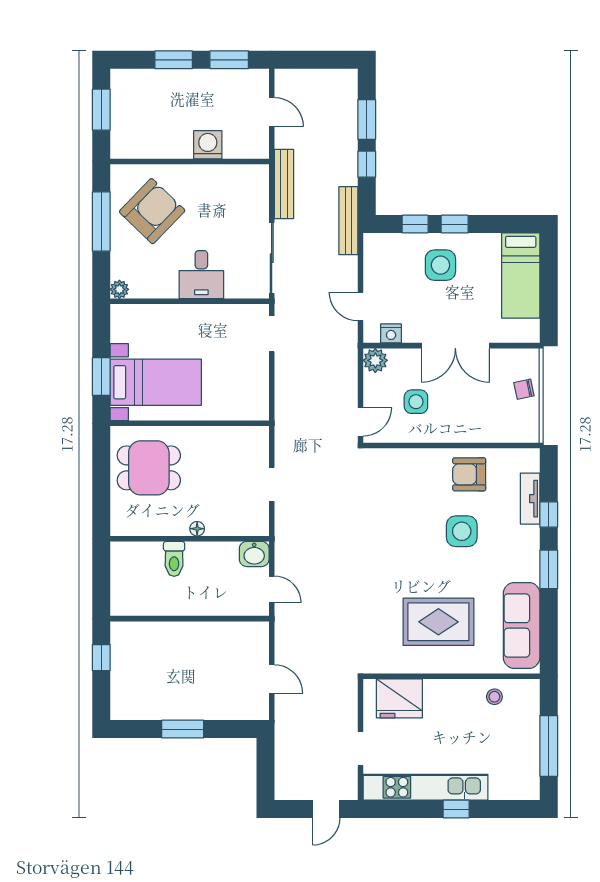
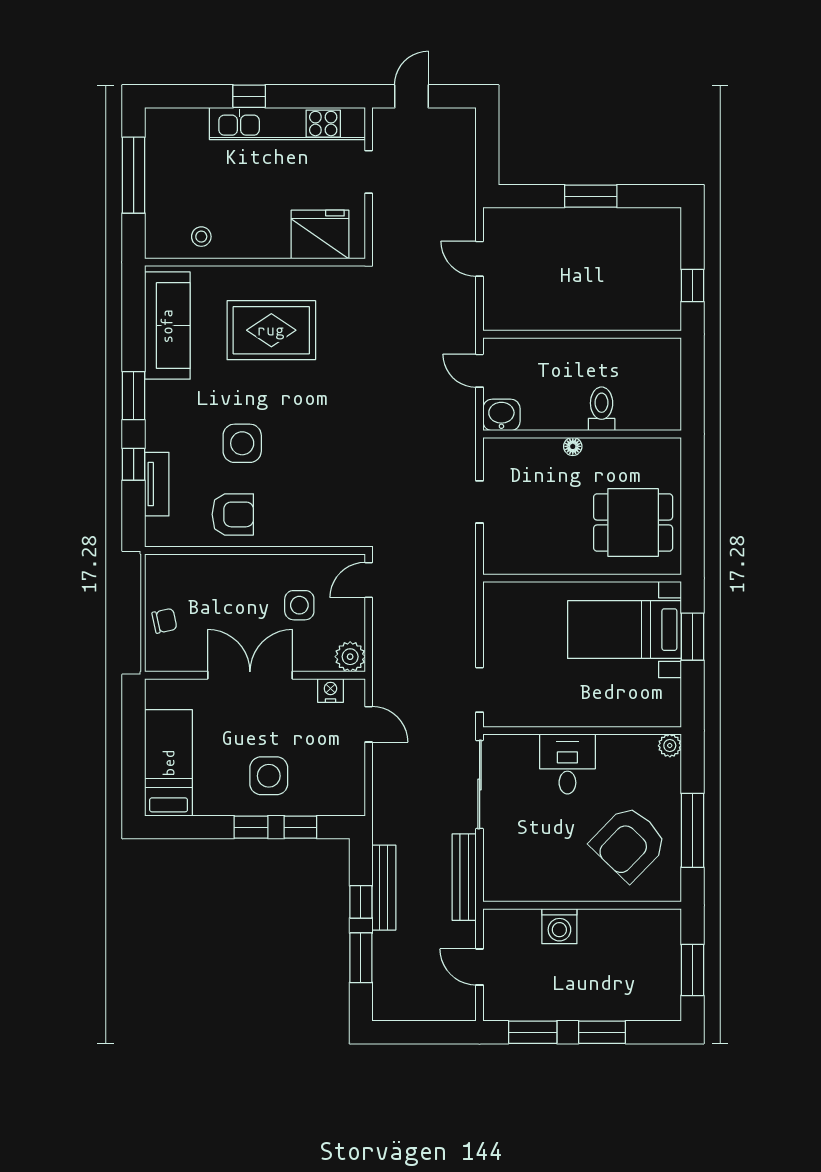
bench: (348, 221) -> (384, 888), moved

